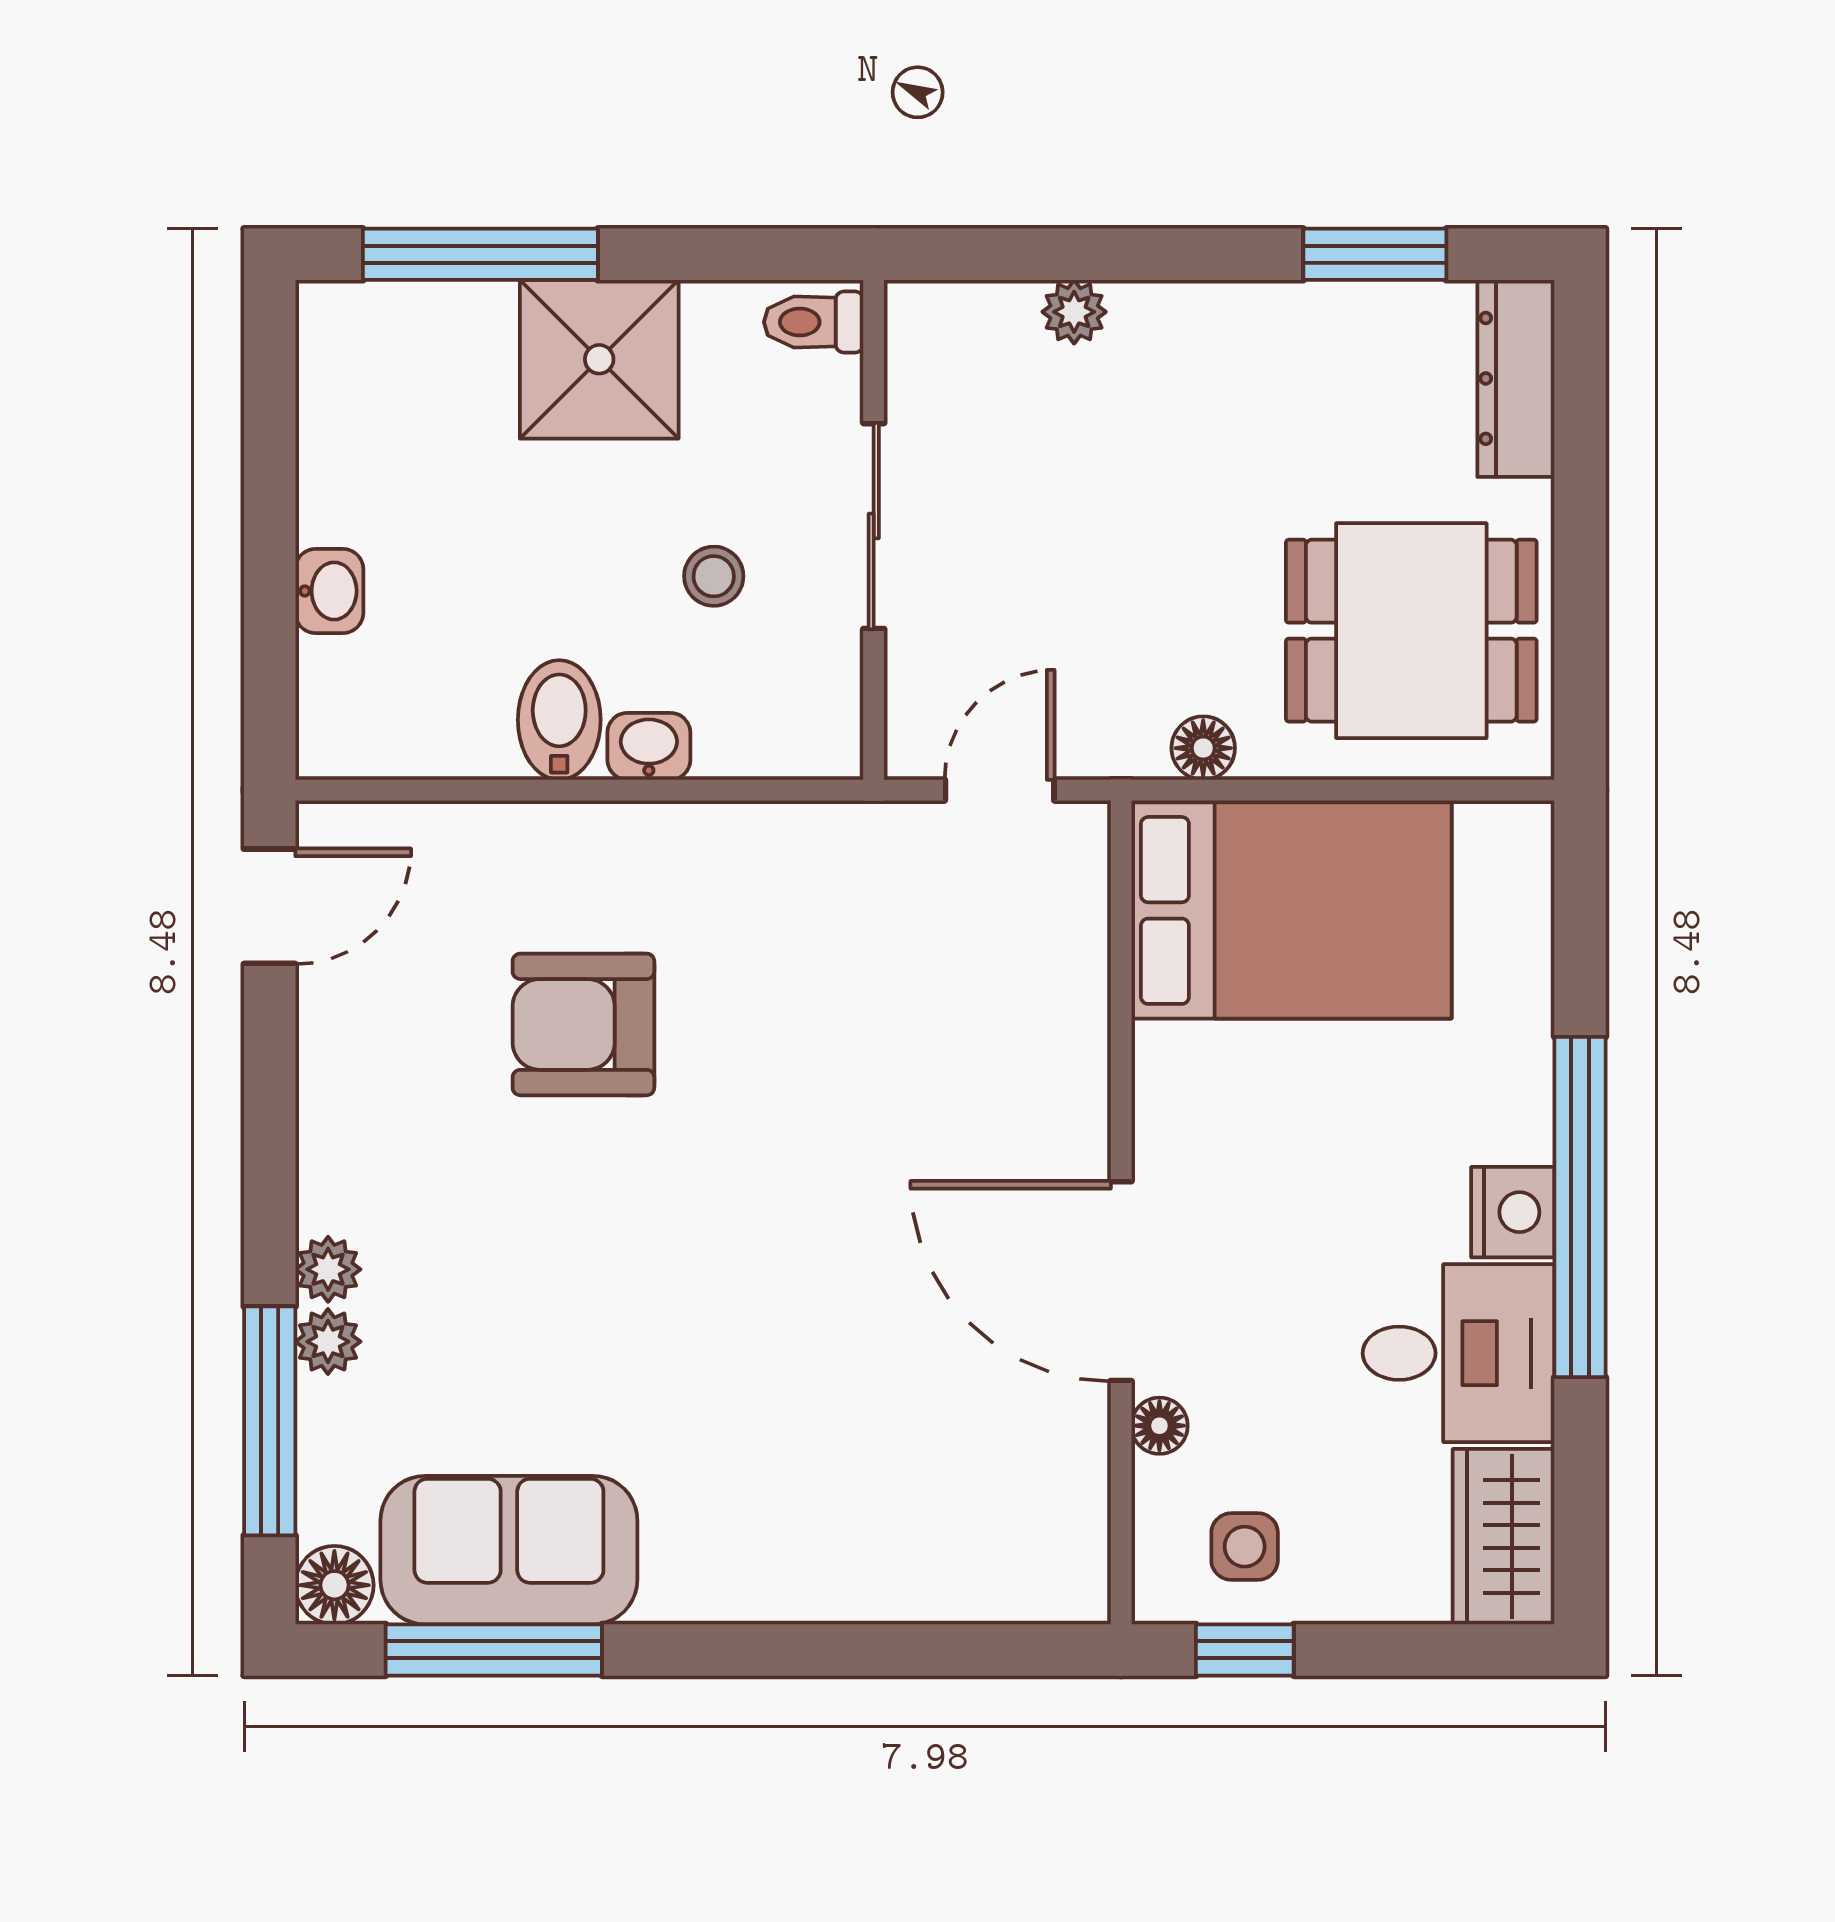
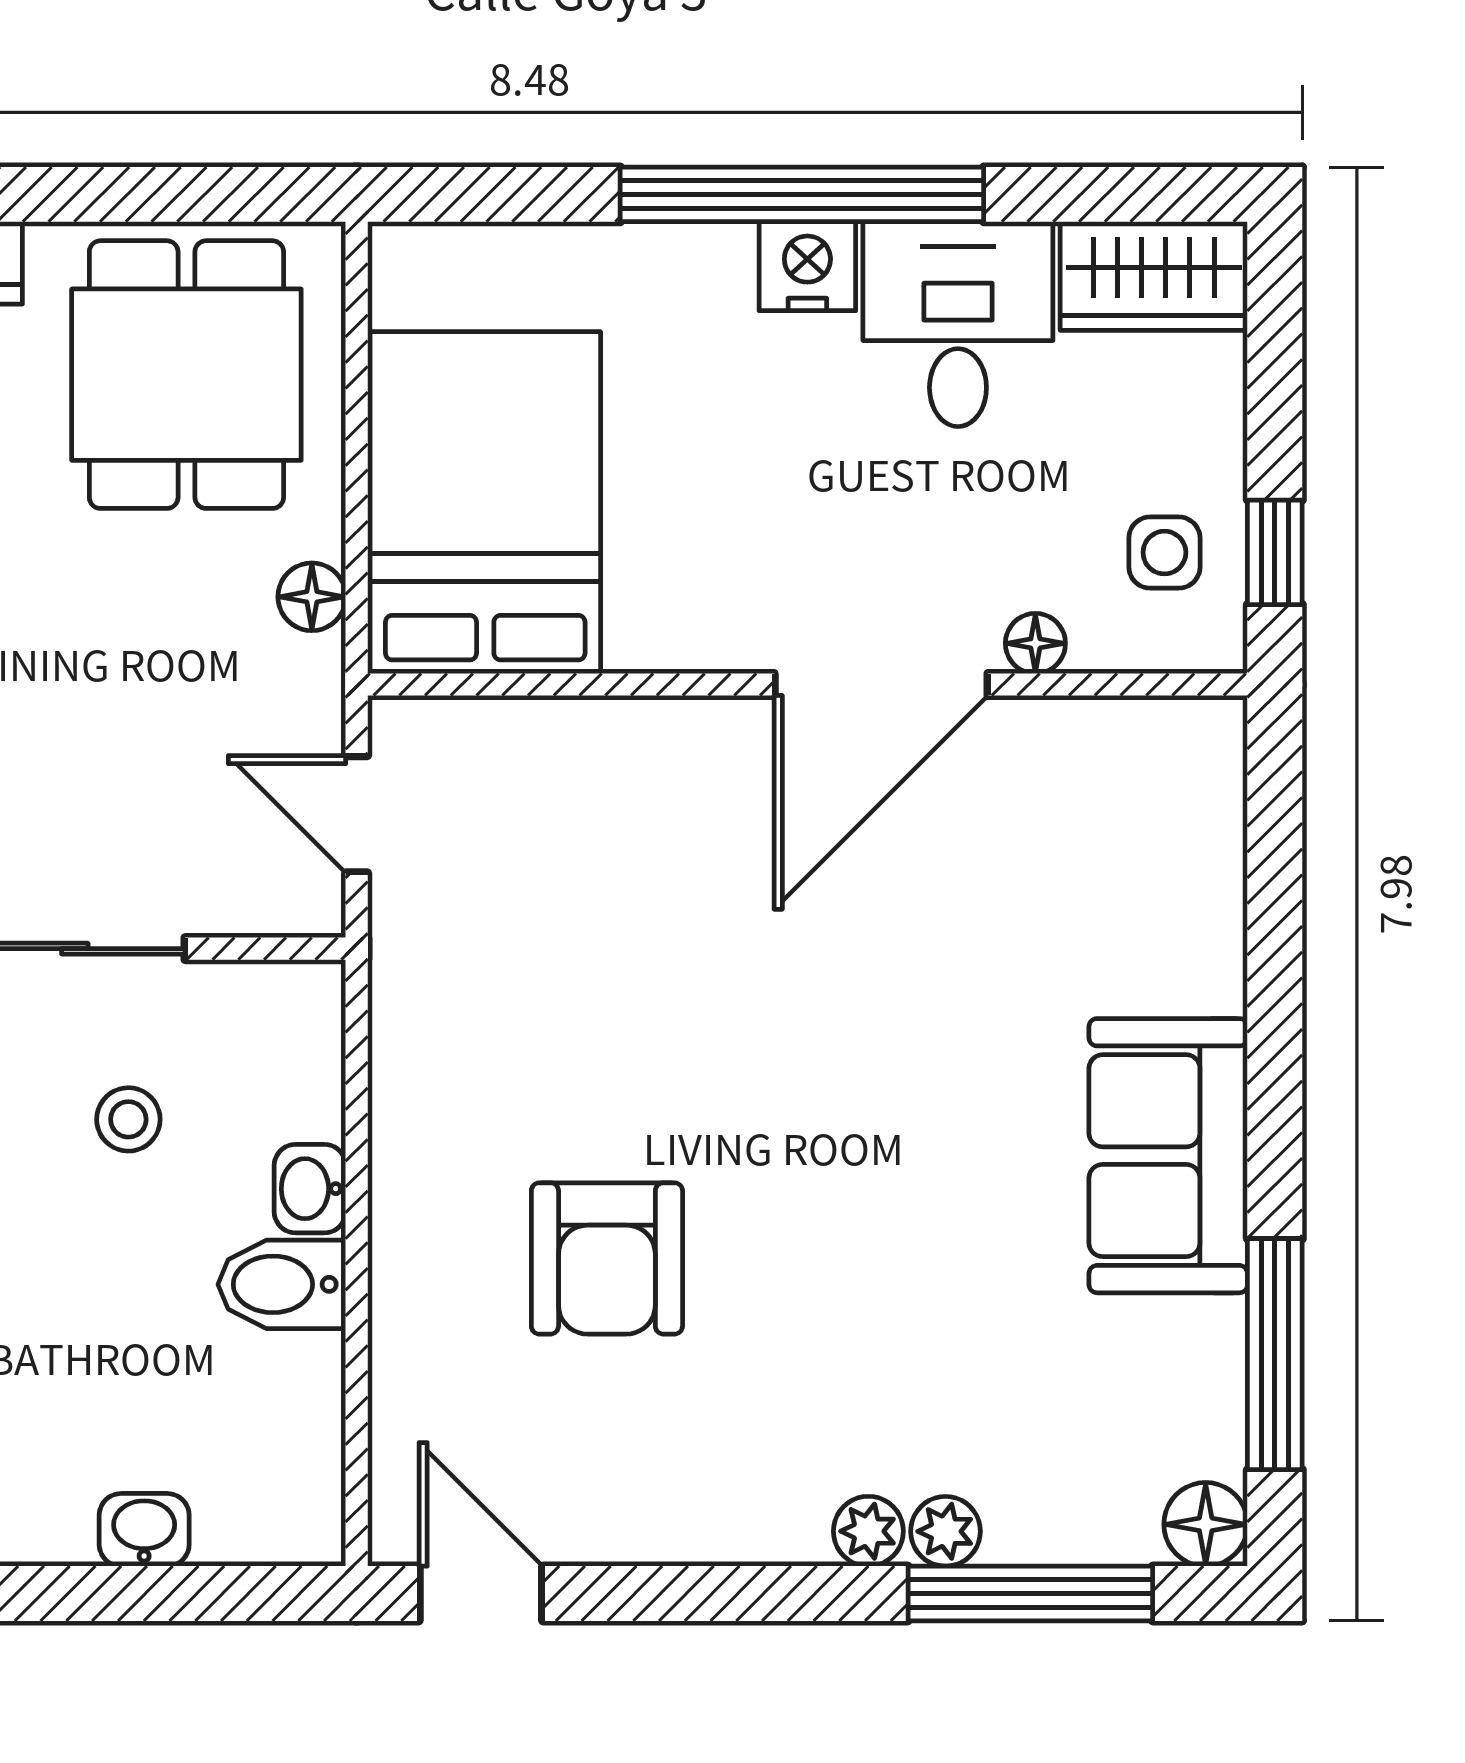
sofa: (509, 1550) -> (1168, 1156), moved

